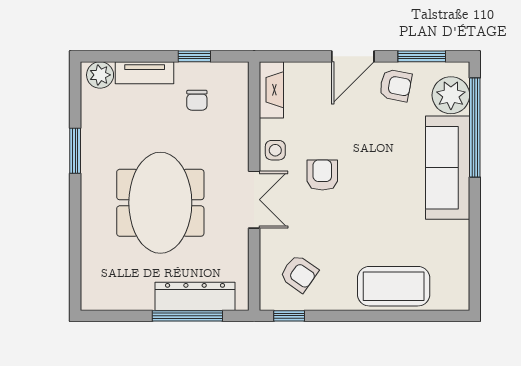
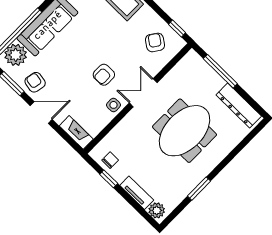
fireplace: (271, 90) -> (76, 132), moved, turned 90
chair: (197, 100) -> (110, 160), moved
dresser: (195, 296) -> (239, 105), moved

